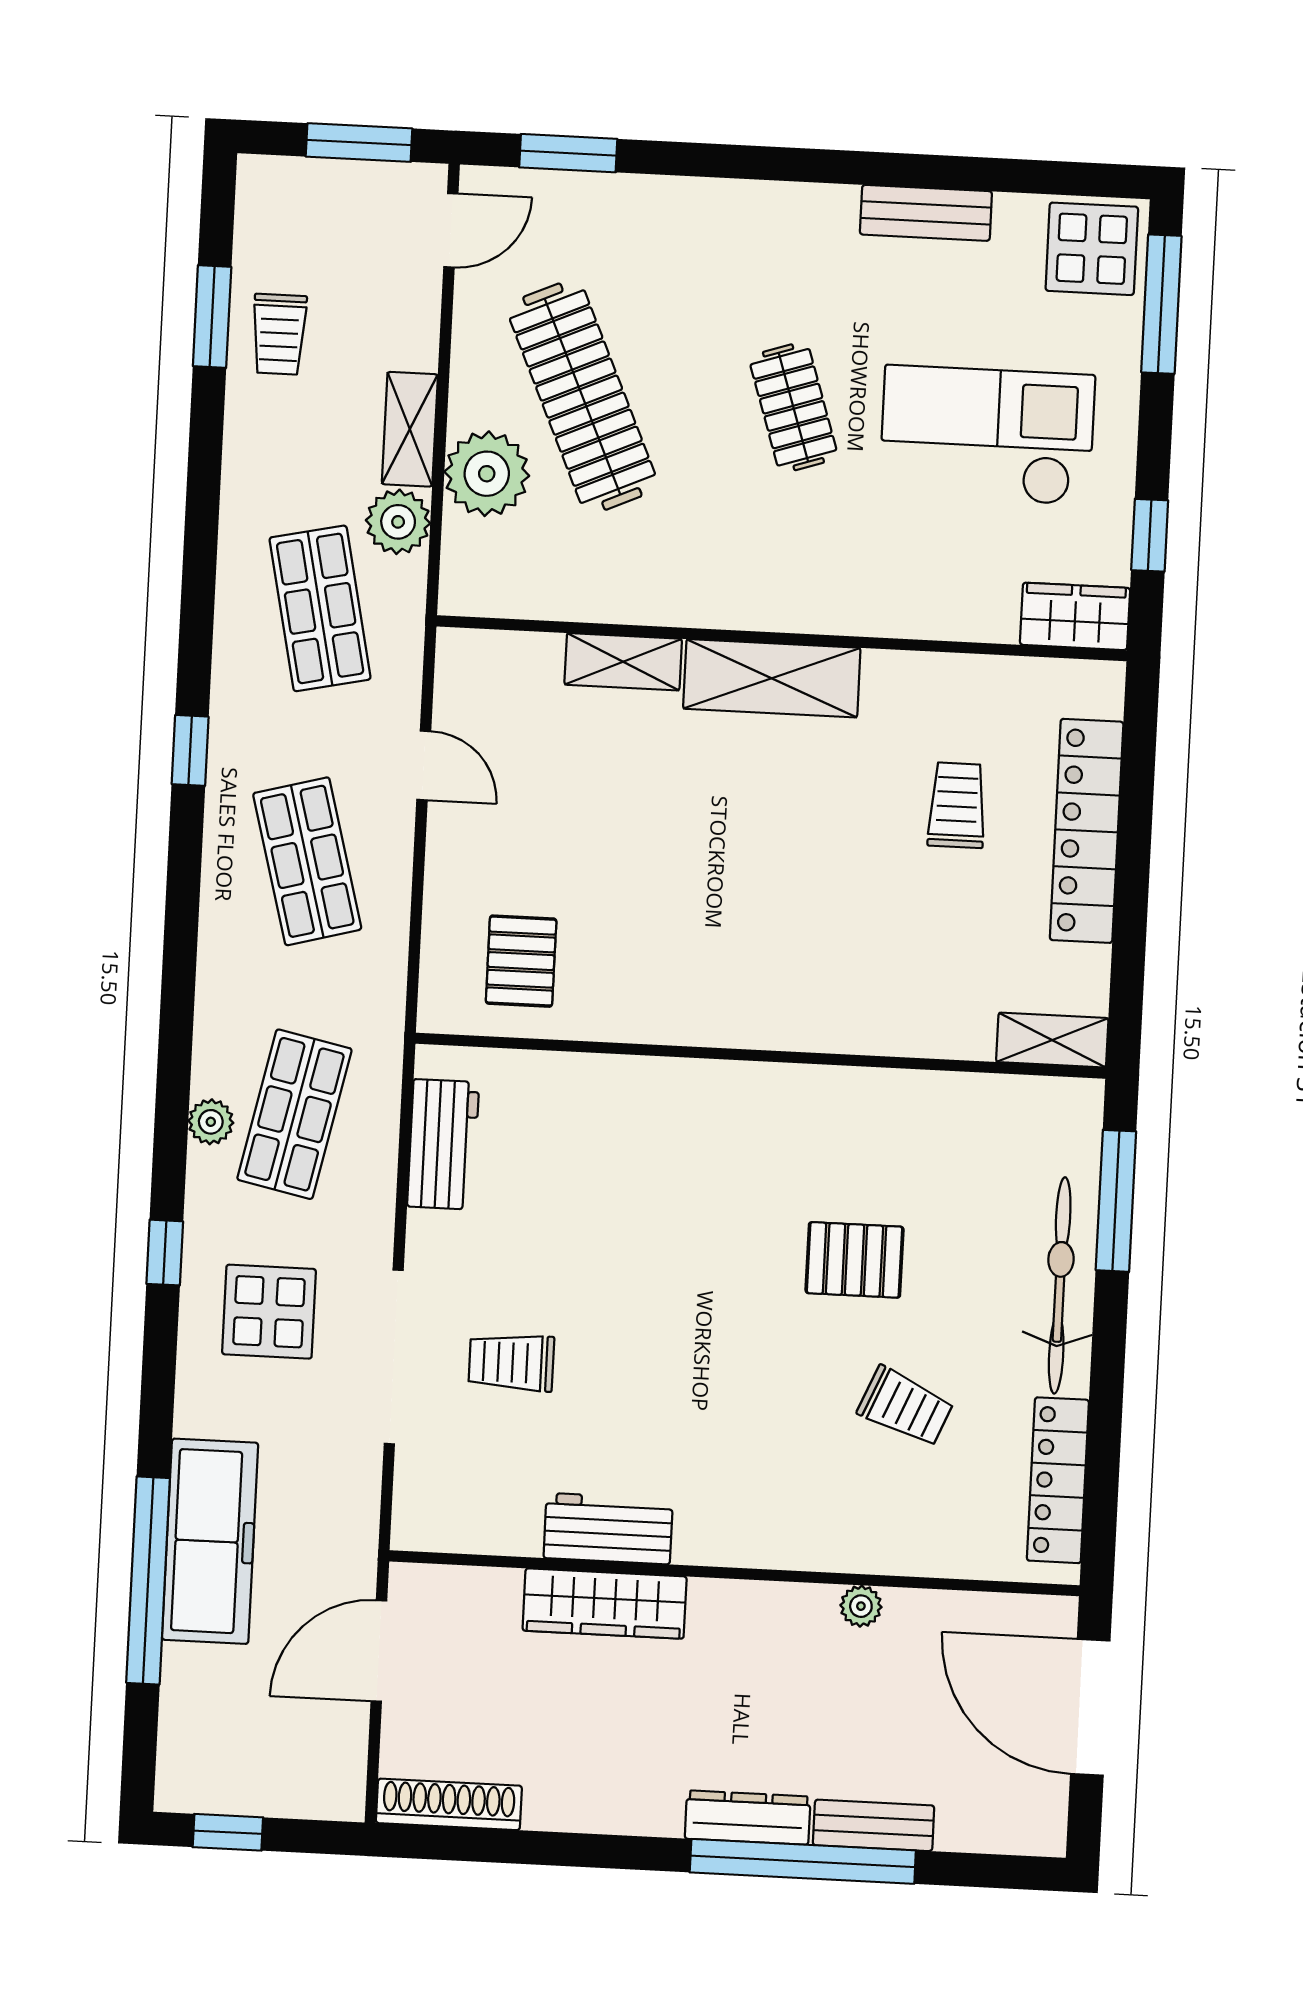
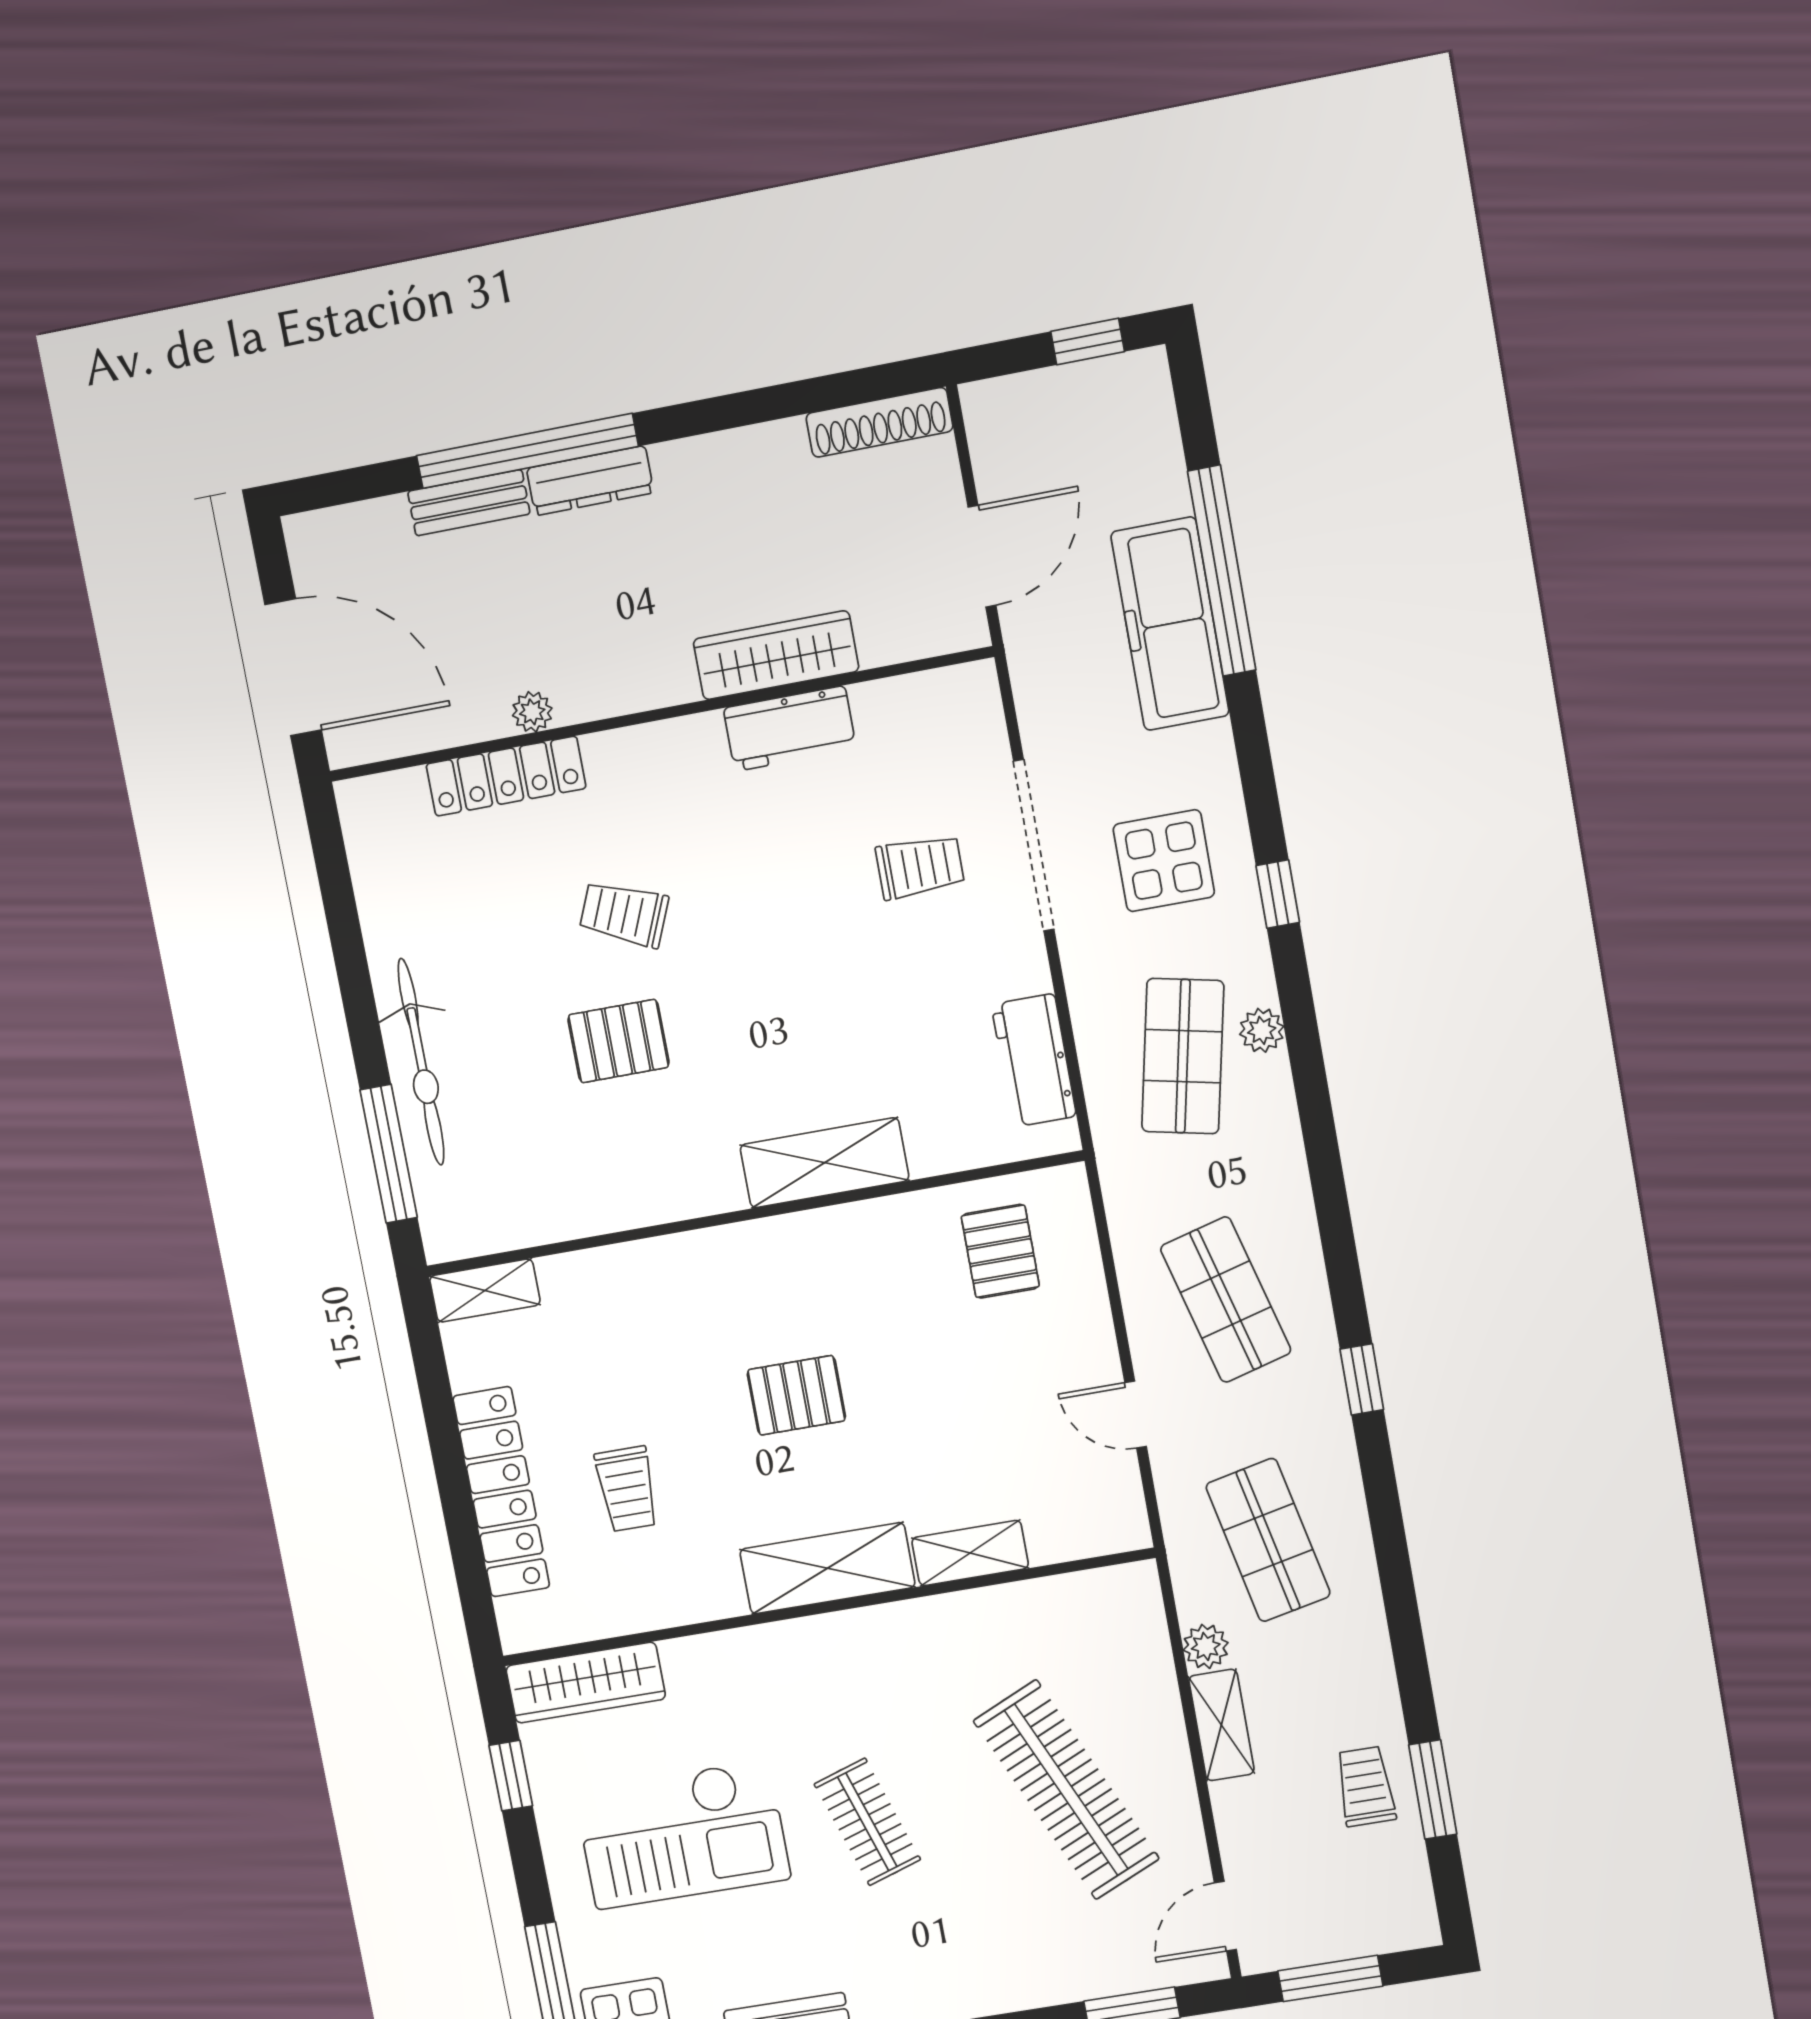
plant: (487, 474) -> (1139, 1699), removed
plant: (398, 522) -> (1206, 1646), width x0.73, depth x0.73
wardrobe: (1075, 616) -> (586, 1683), width x1.50
pallet: (761, 862) -> (796, 1395), added
shelving: (676, 1090) -> (824, 1163), added
trolley: (905, 1407) -> (624, 914), moved
locker: (1058, 1480) -> (506, 776), moved, turned 90

